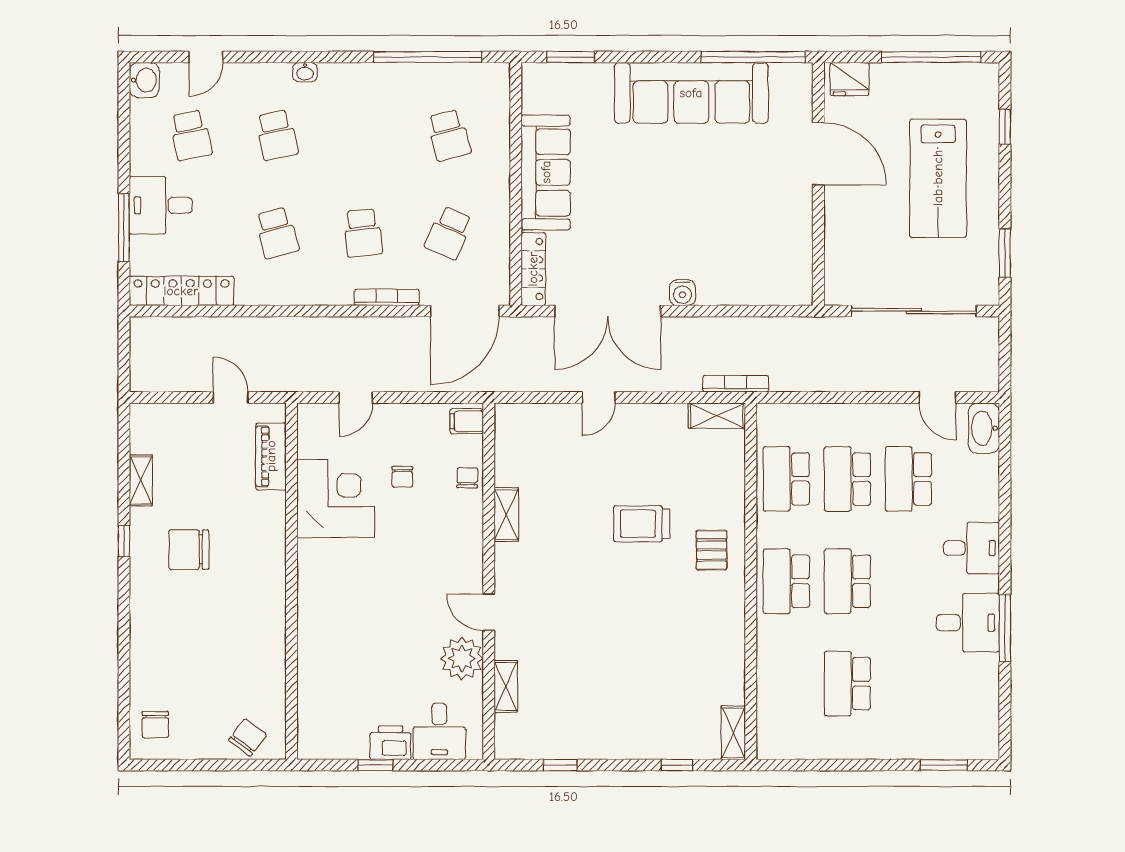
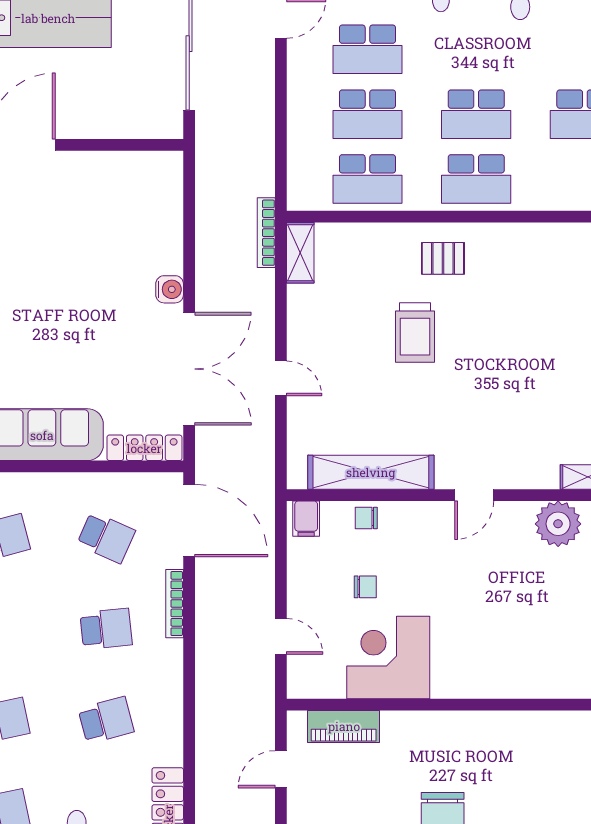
shelving: (506, 514) -> (371, 472), width x2.20, depth x1.33
door: (489, 612) -> (474, 495), moved

